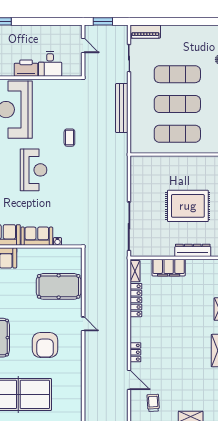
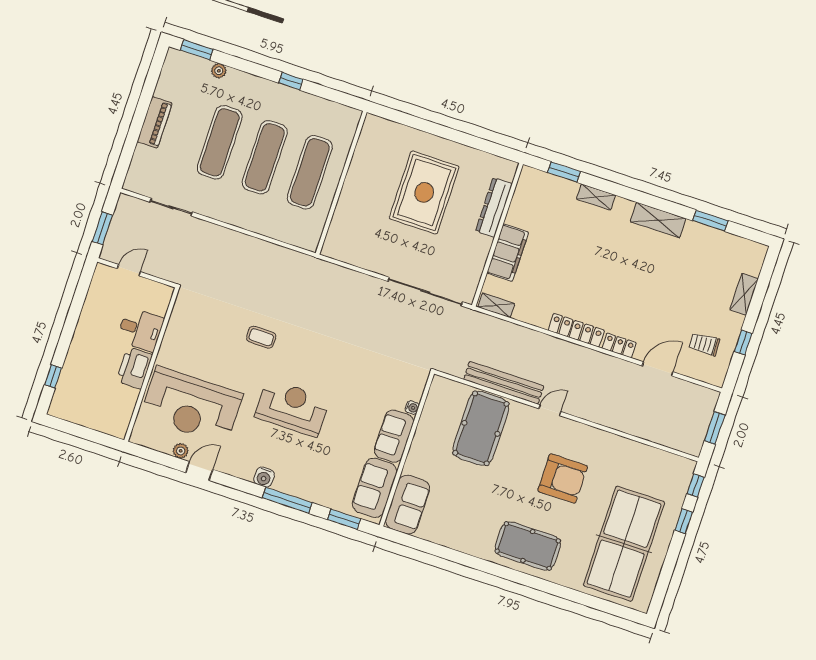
piano: (145, 32) -> (155, 122), moved
bench: (122, 108) -> (504, 383), moved
locker: (136, 300) -> (576, 330), moved

